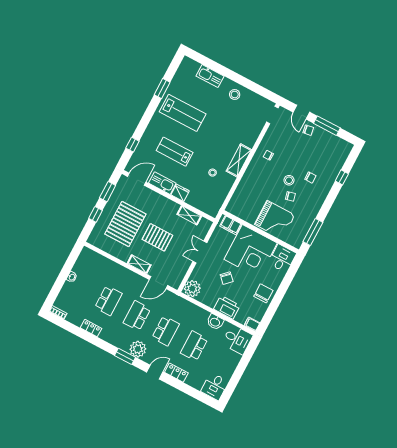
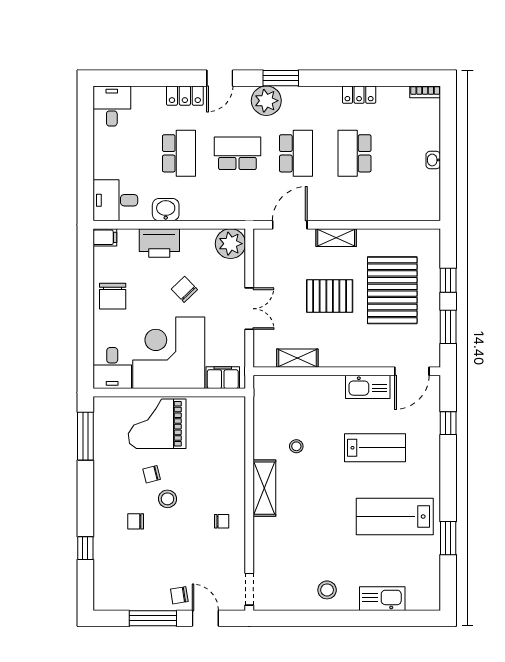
fridge: (180, 193) -> (331, 386), removed
school desk: (166, 331) -> (237, 153), turned 90

